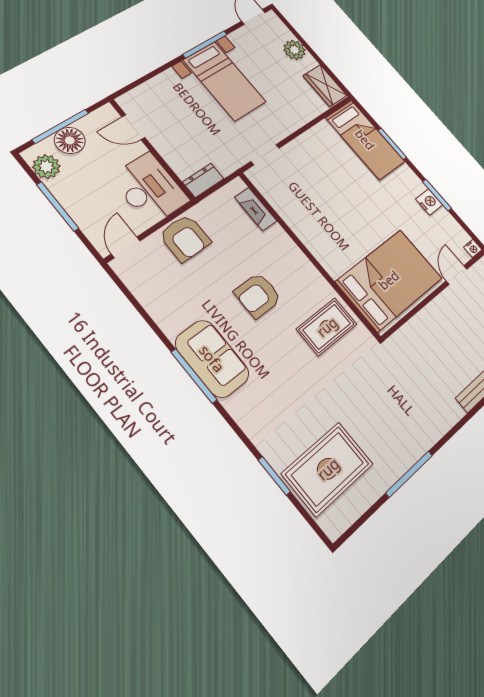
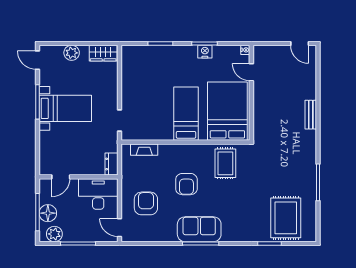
bed: (365, 140) -> (186, 114), moved, turned -90
armchair: (185, 238) -> (146, 203), moved, turned -90

